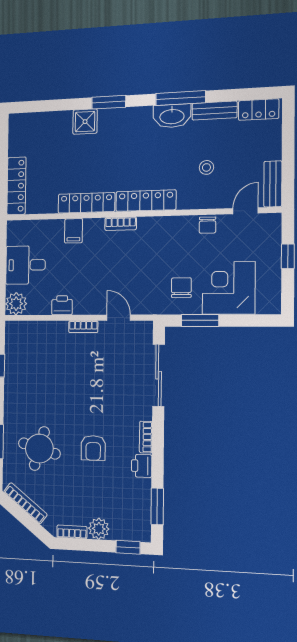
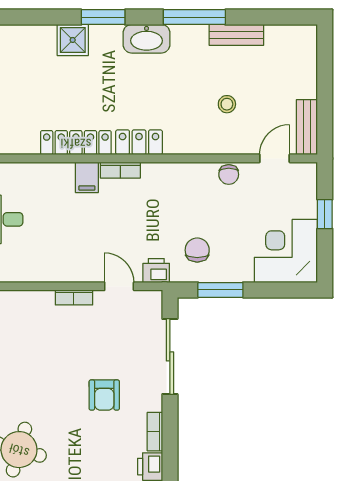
locker: (259, 110) -> (290, 37), removed
washbasin: (172, 116) -> (147, 39), moved
locker: (146, 201) -> (139, 142), width x0.66
filing cabinet: (74, 231) -> (87, 177), moved
corner desk: (229, 288) -> (286, 251), moved
printer: (62, 305) -> (156, 271), moved
armchair: (93, 448) -> (104, 395), moved

